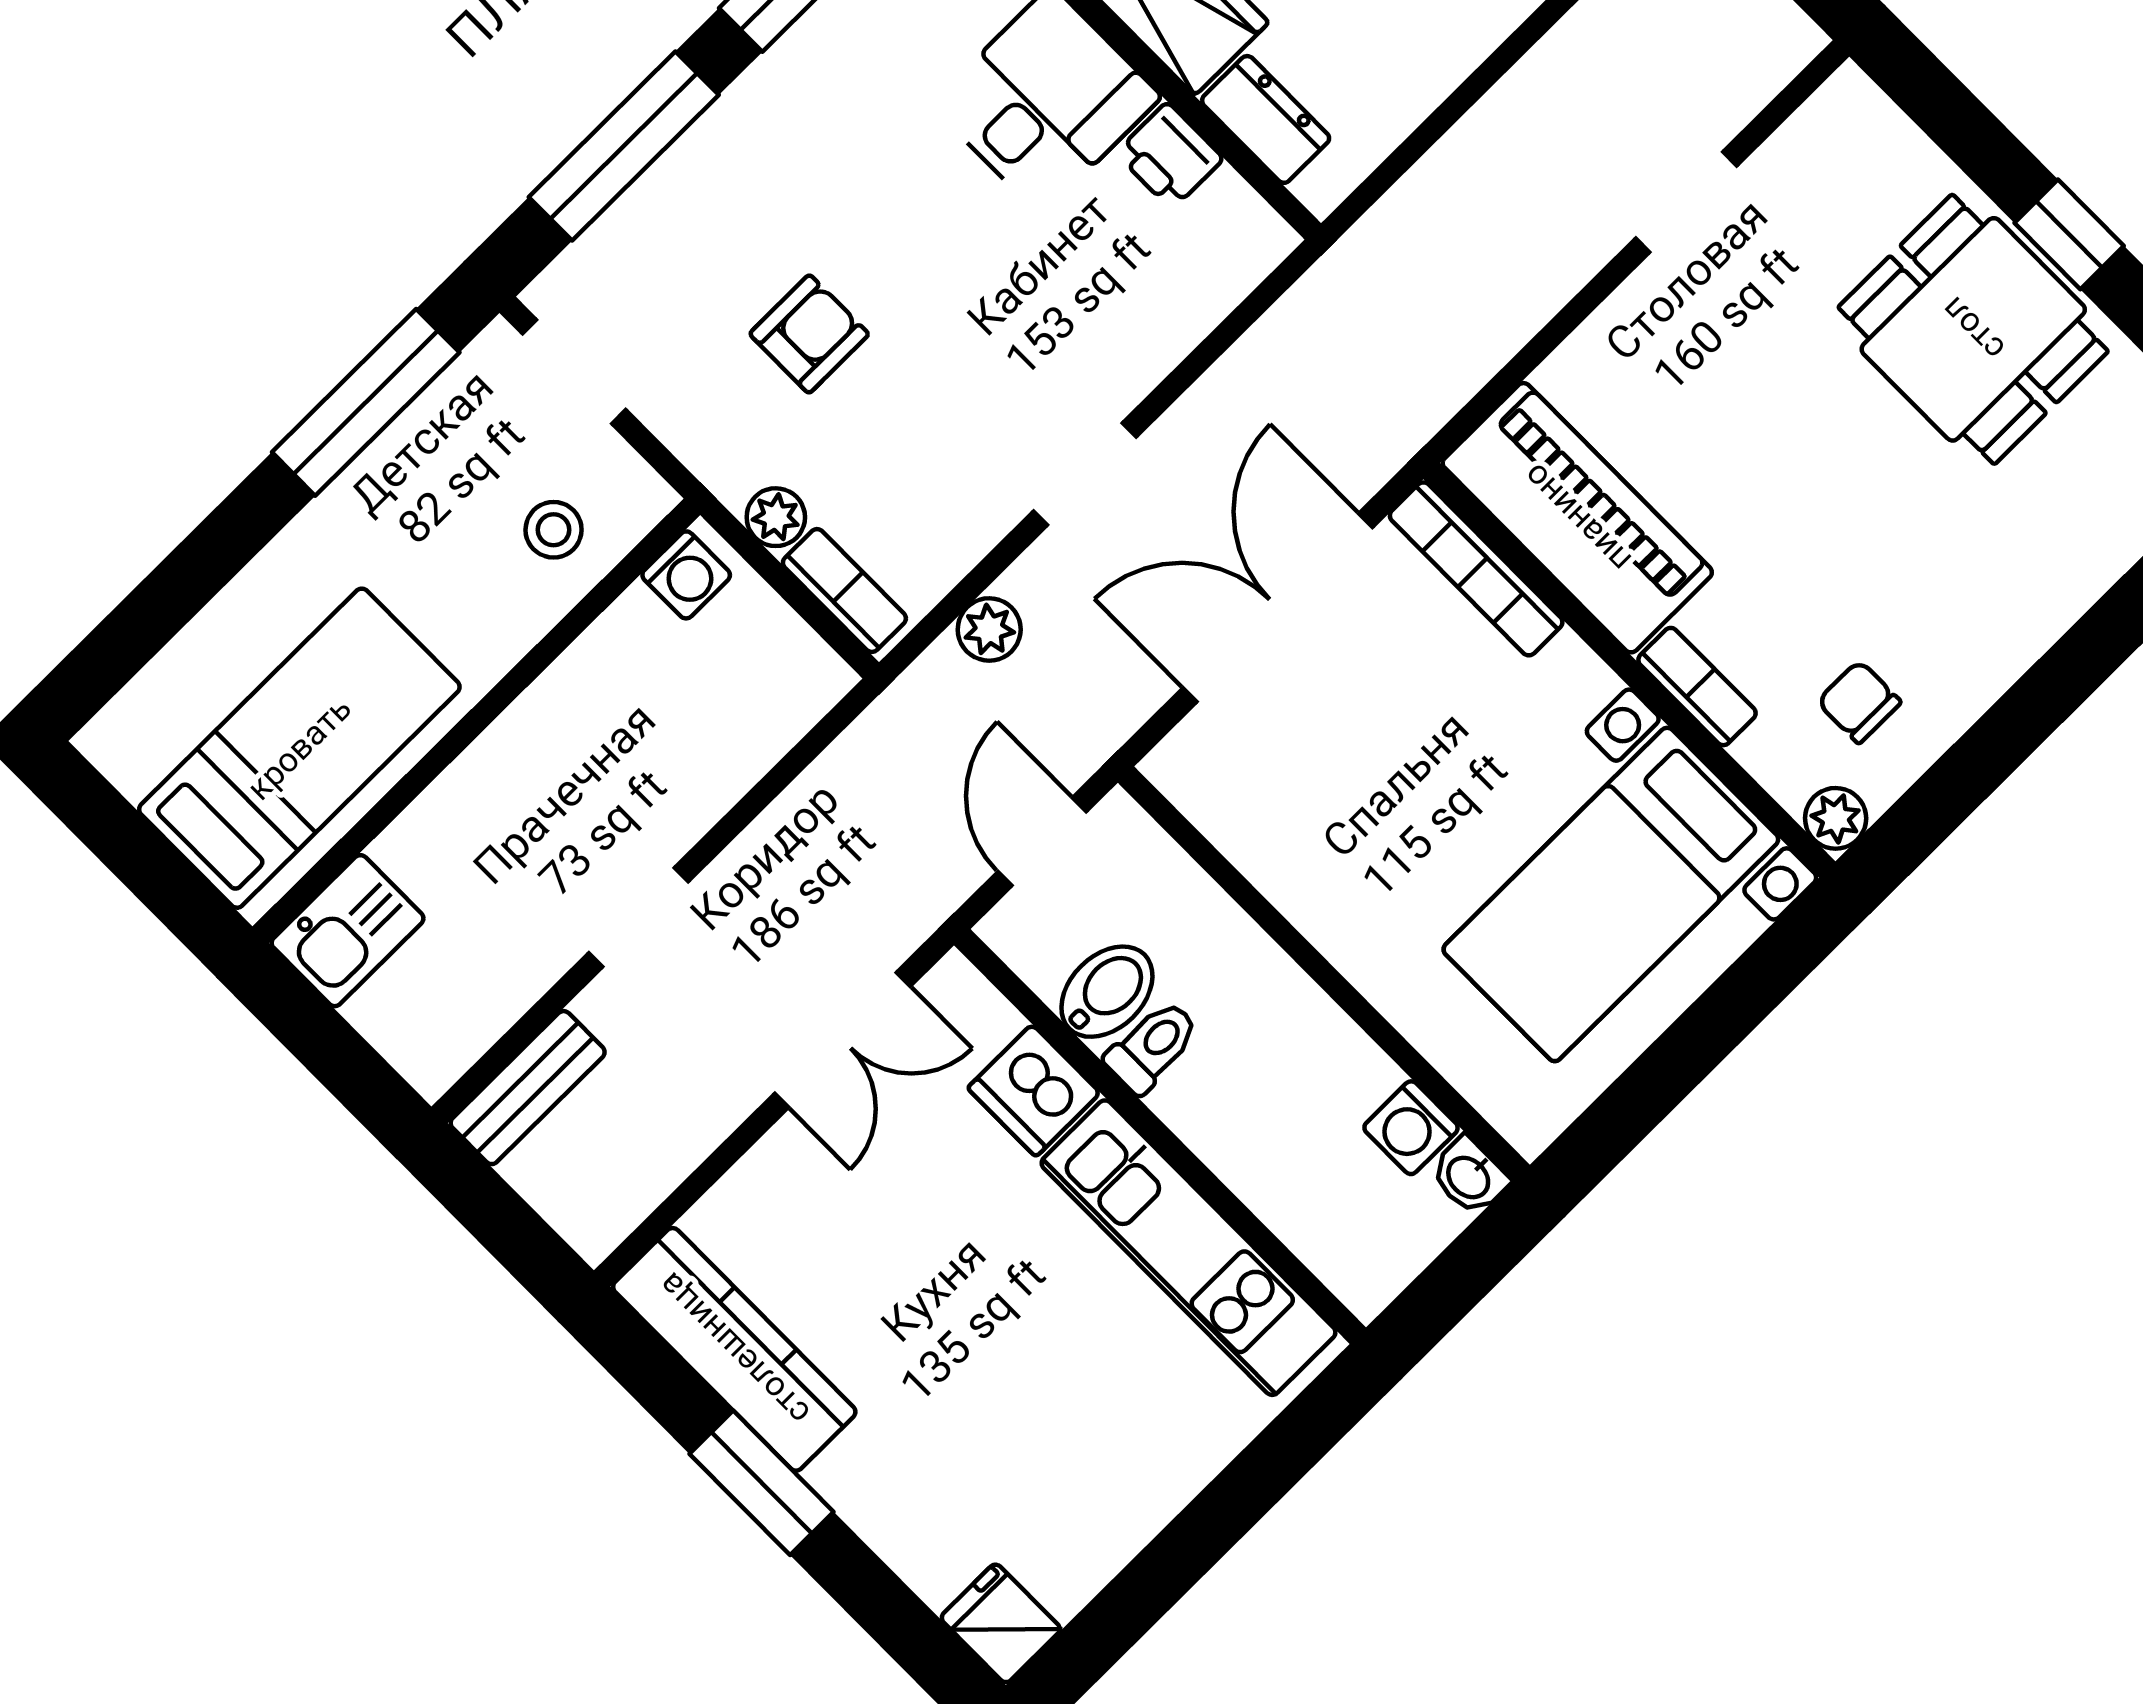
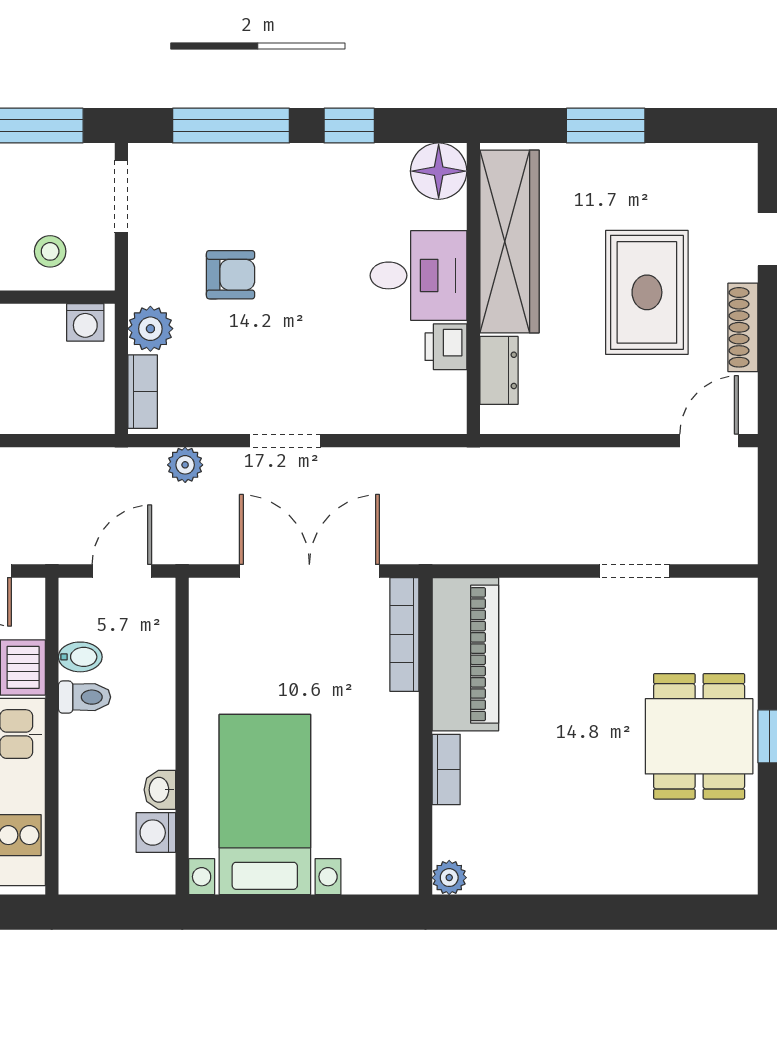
plant: (776, 517) -> (150, 329), width x1.38, depth x1.38
chair: (1859, 702) -> (505, 840), removed
bed with nightstands: (1611, 894) -> (265, 805), moved, turned 90
bidet: (1107, 992) -> (80, 657), width x0.72, depth x0.74
washbasin: (1469, 1176) -> (160, 790), moved

